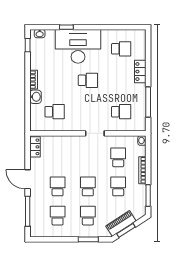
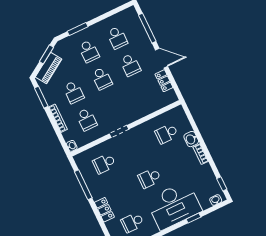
locker: (35, 147) -> (164, 81), moved
piano: (121, 223) -> (49, 68), moved

